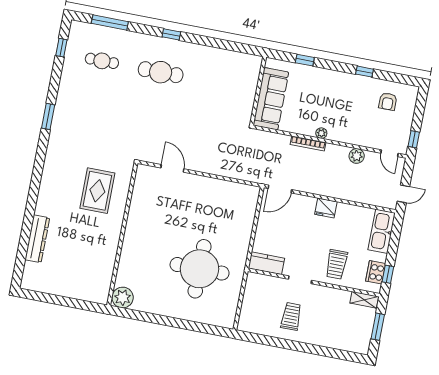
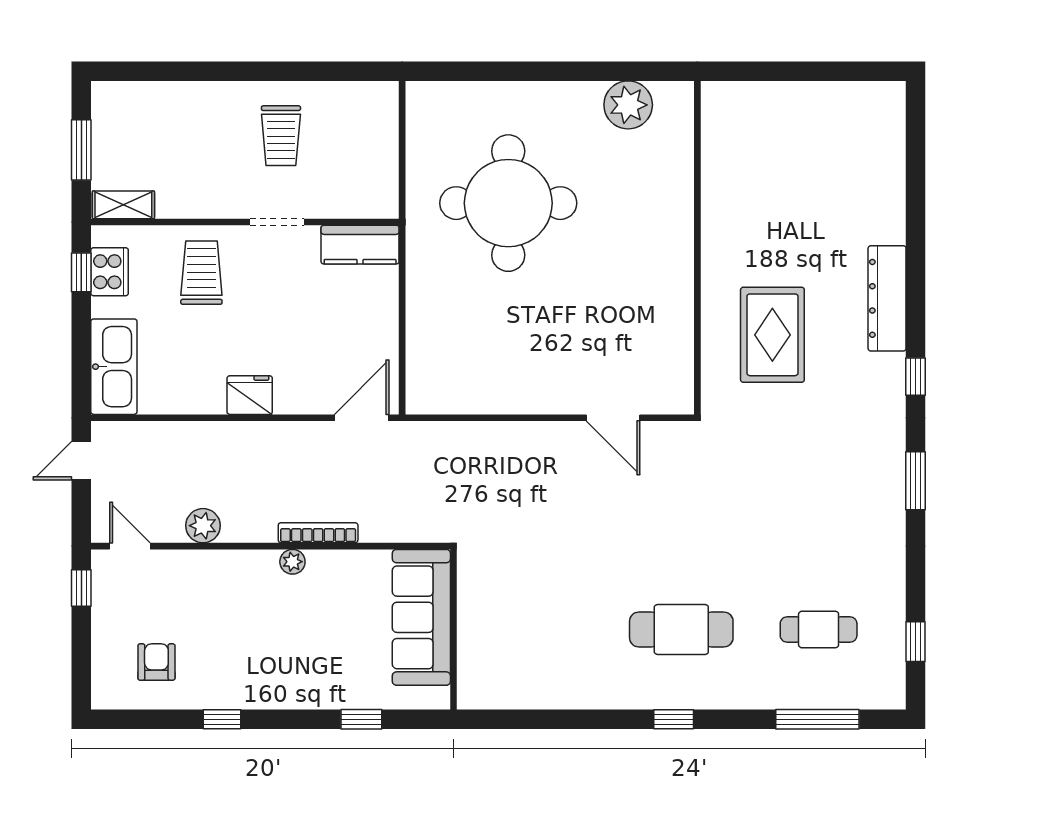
window: (40, 161) -> (916, 377), added
dresser: (37, 239) -> (887, 298), moved
plant: (123, 298) -> (628, 105), moved

